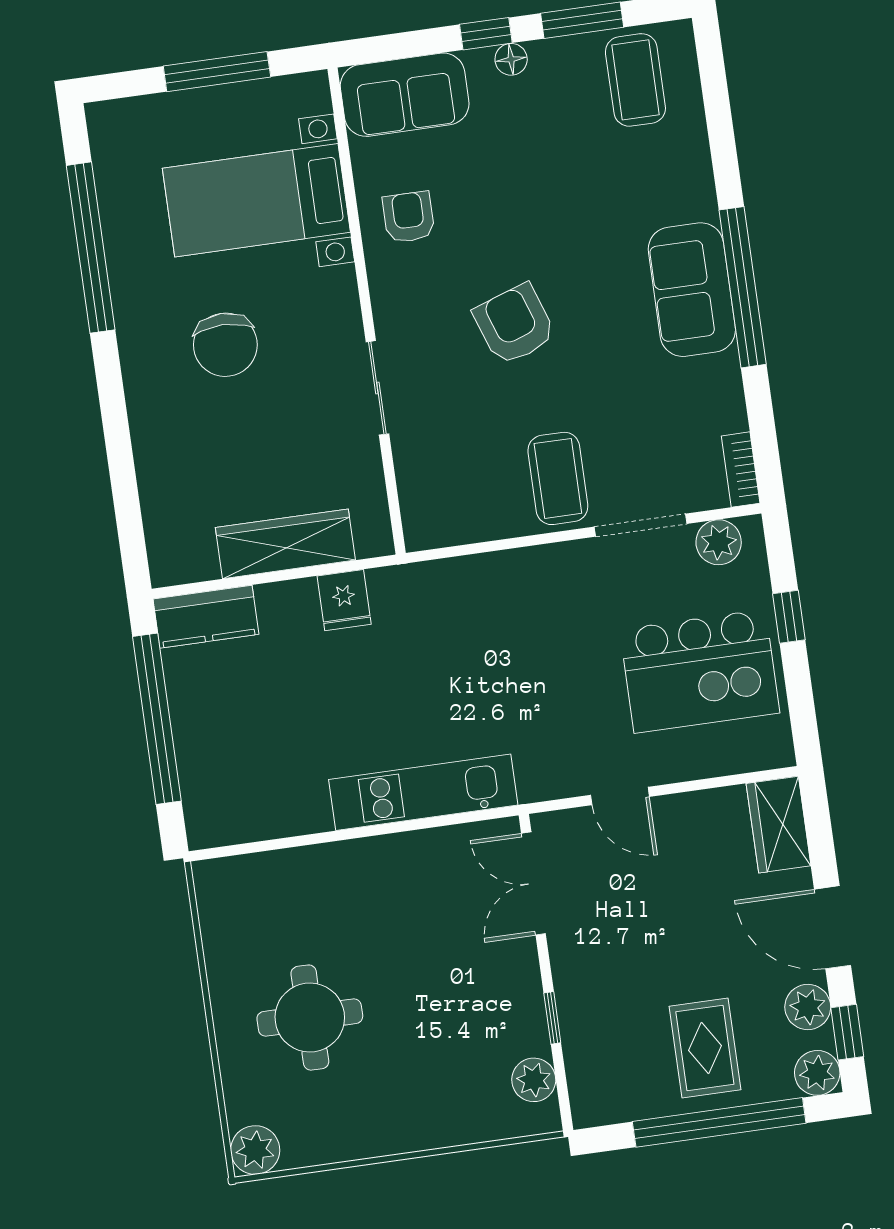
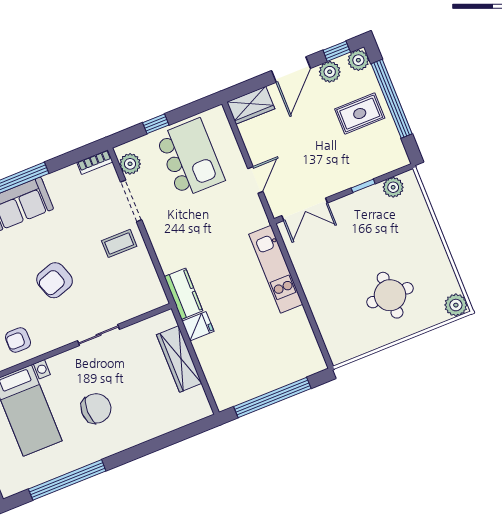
coffee table: (558, 478) -> (119, 243), width x0.73, depth x0.77
kitchen counter: (206, 617) -> (183, 294), moved

